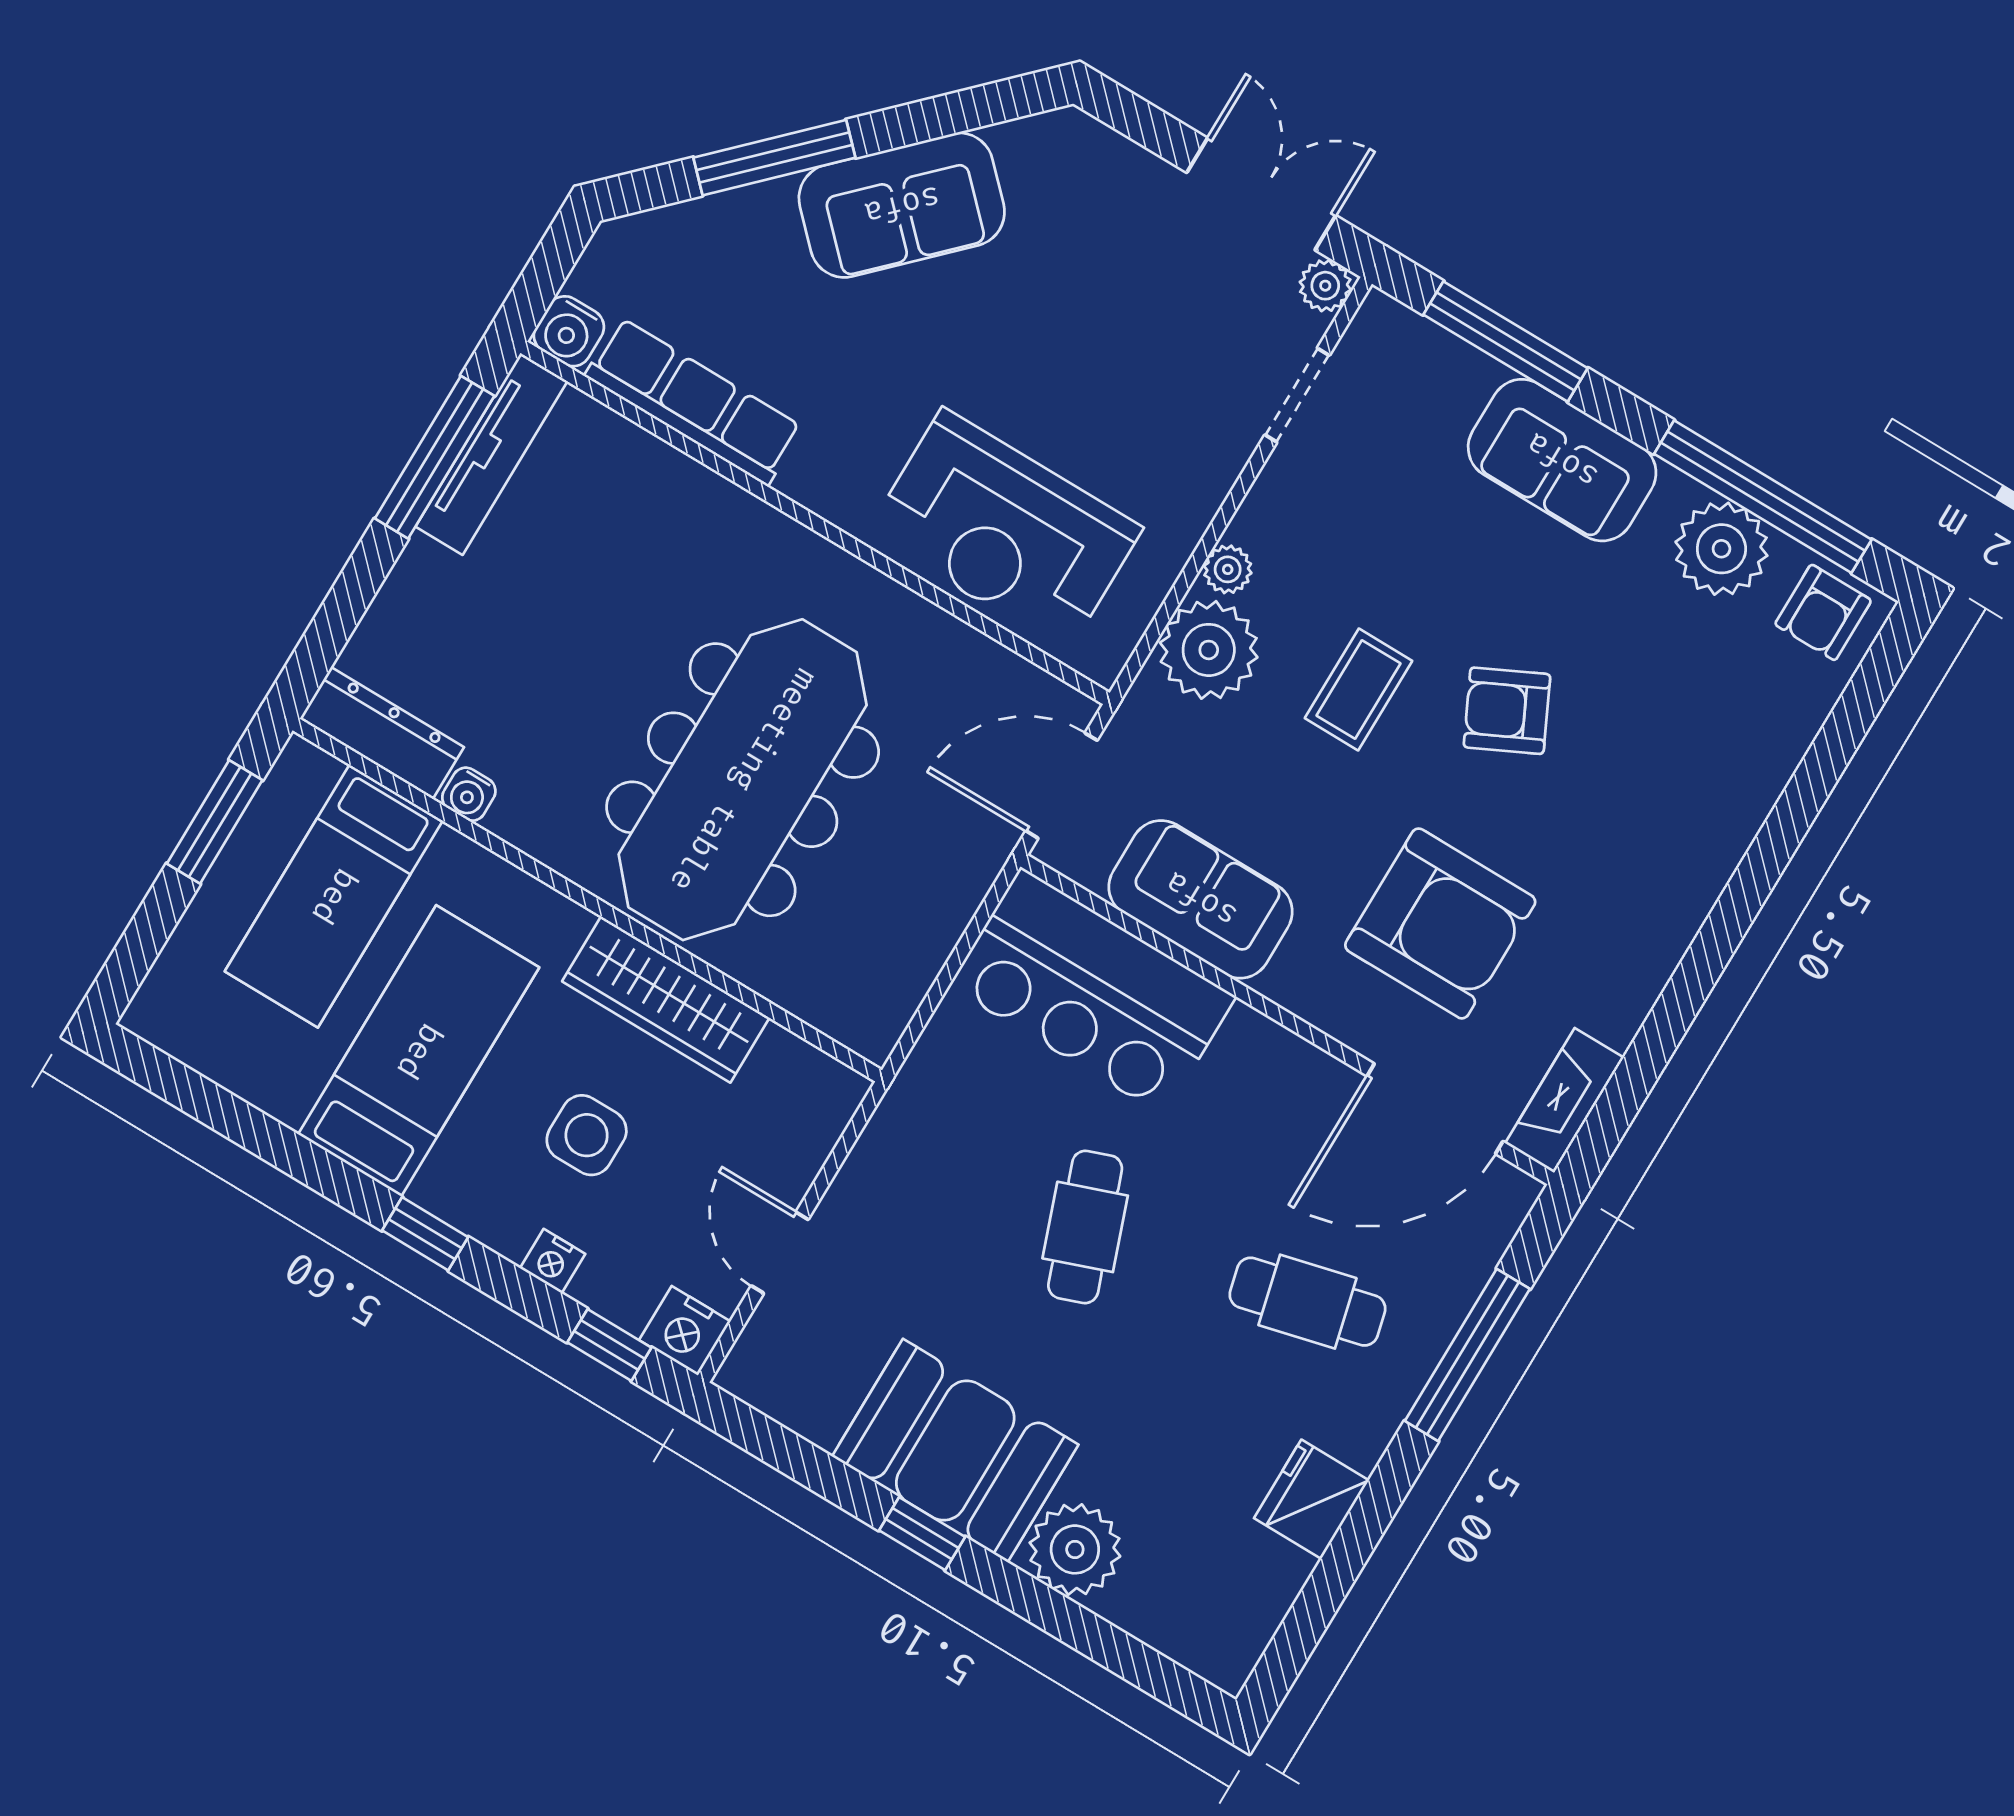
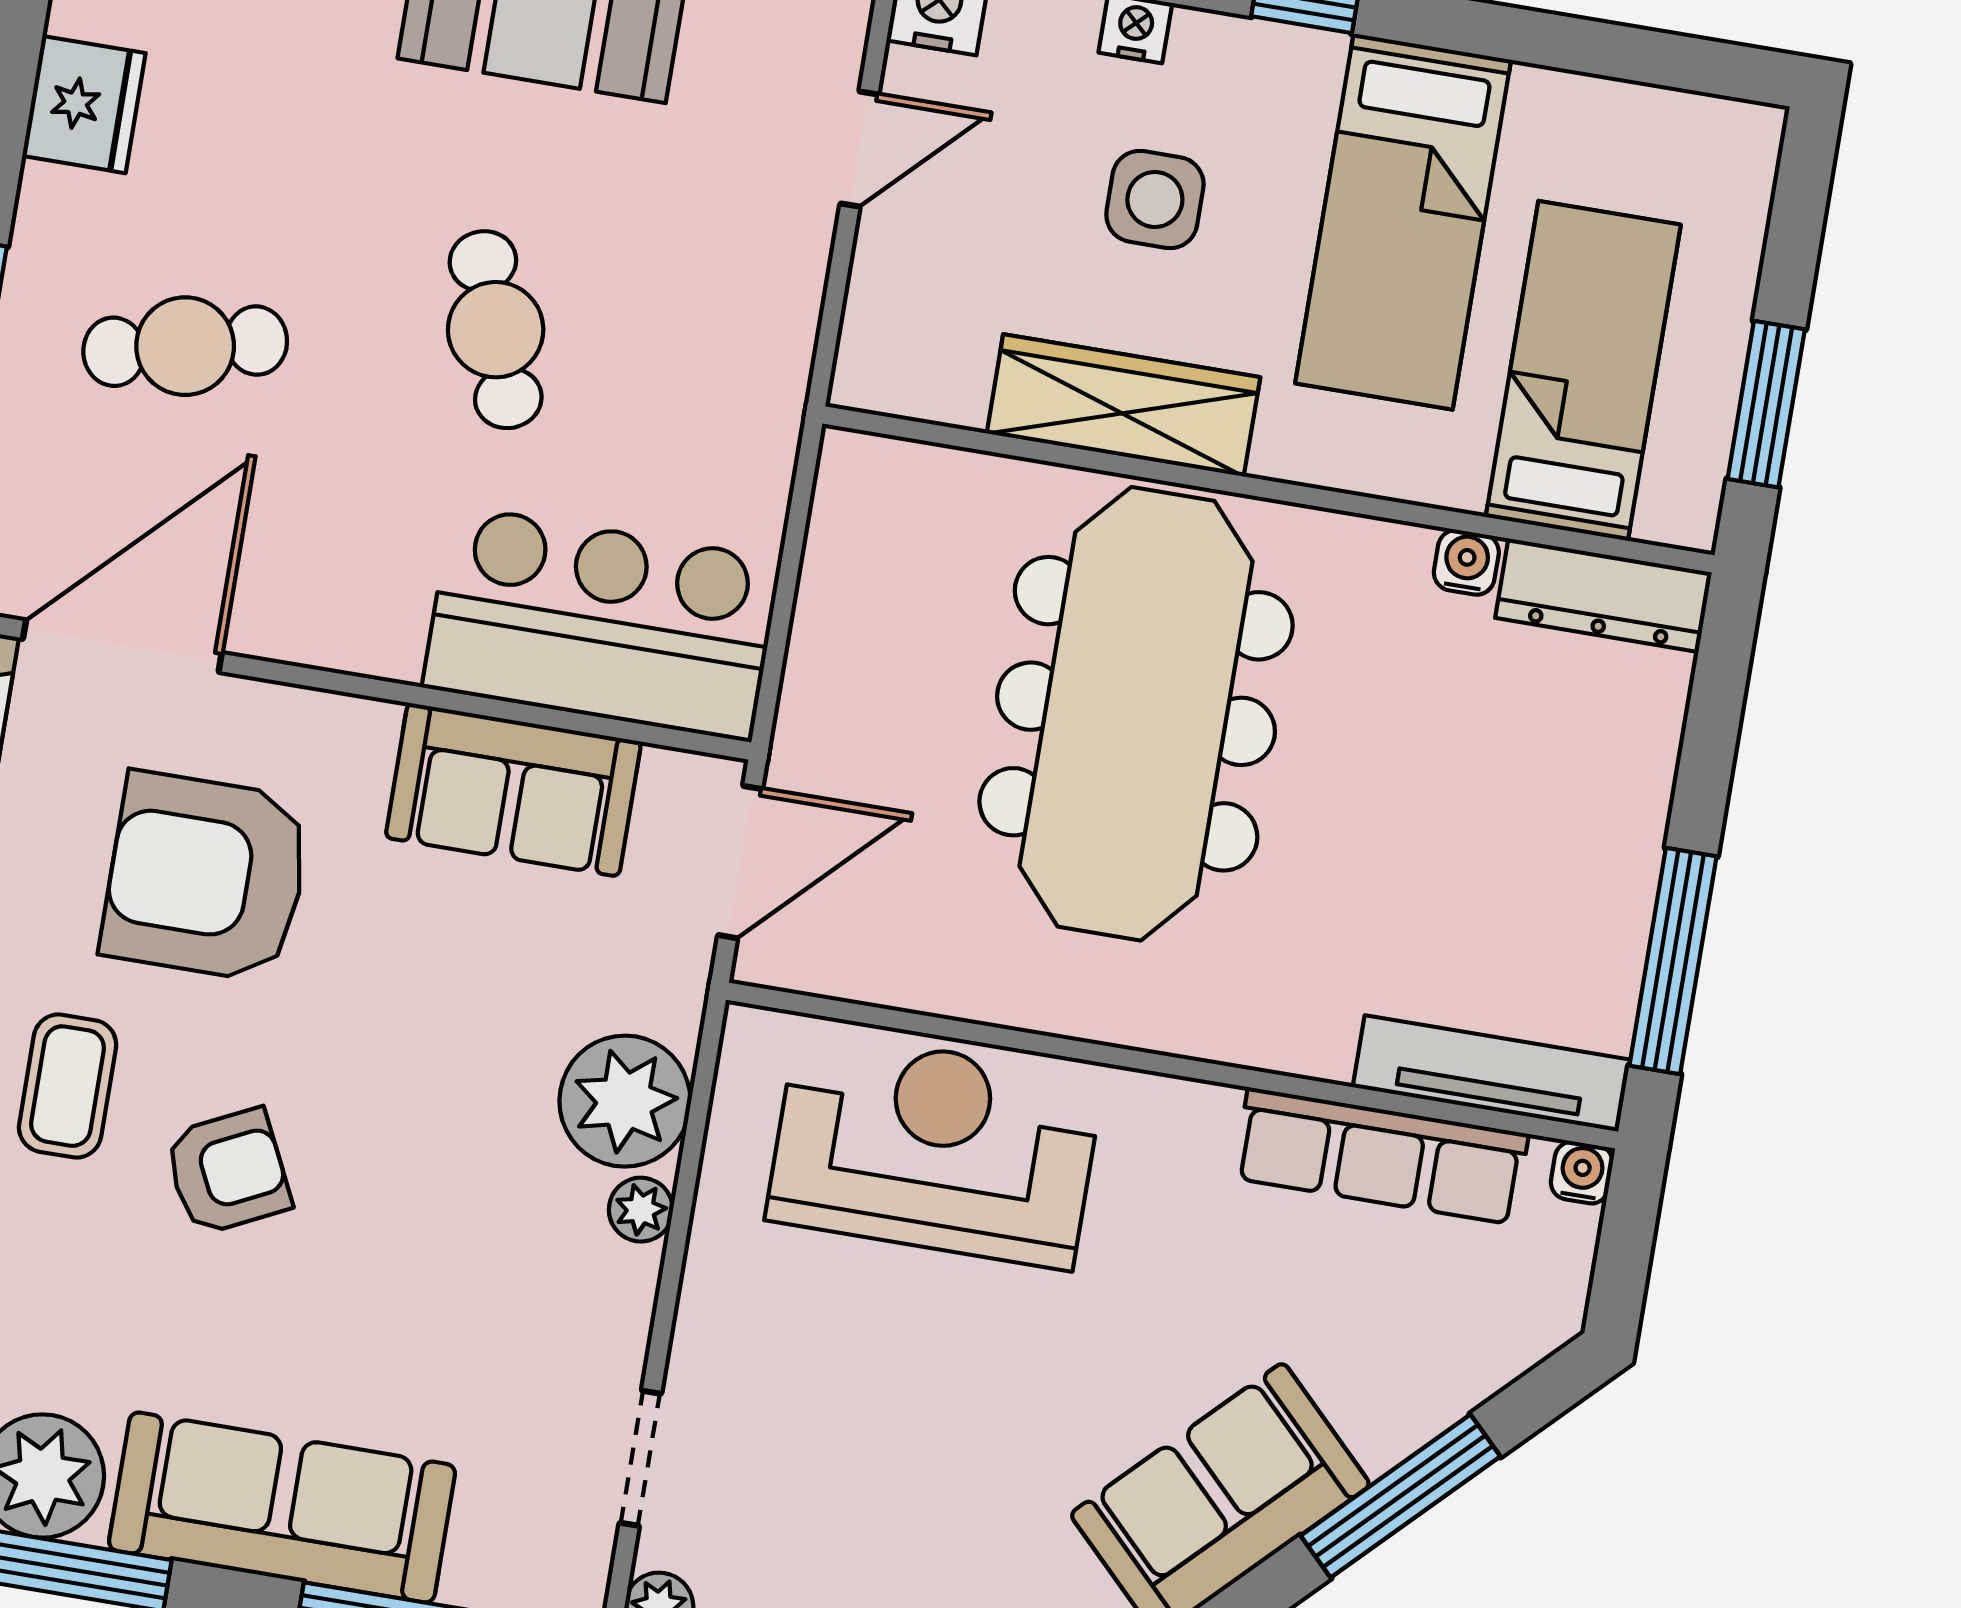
water cooler: (569, 331) -> (1582, 1173), width x0.72, depth x0.72
tv unit: (491, 454) -> (1491, 1073), moved, turned 90
sofa: (1562, 460) -> (282, 1507), width x1.36
coffee table: (1358, 689) -> (68, 1086), moved
door: (780, 1253) -> (859, 149), hinge flipped

